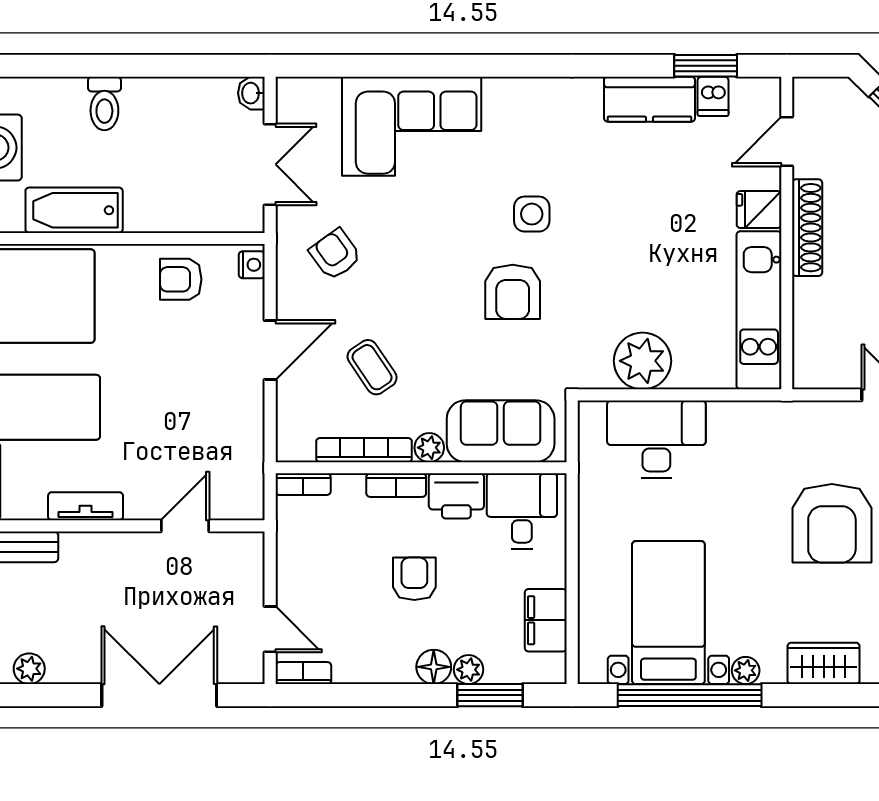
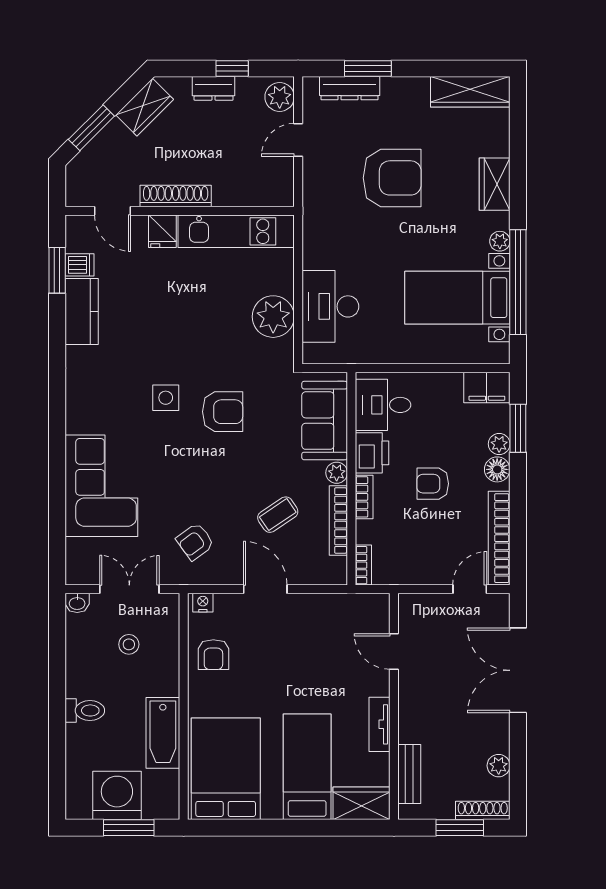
stool: (195, 164) -> (129, 644), added
filing cabinet: (546, 620) -> (487, 387), moved
bookcase: (303, 673) -> (499, 538), width x2.31, depth x1.31

